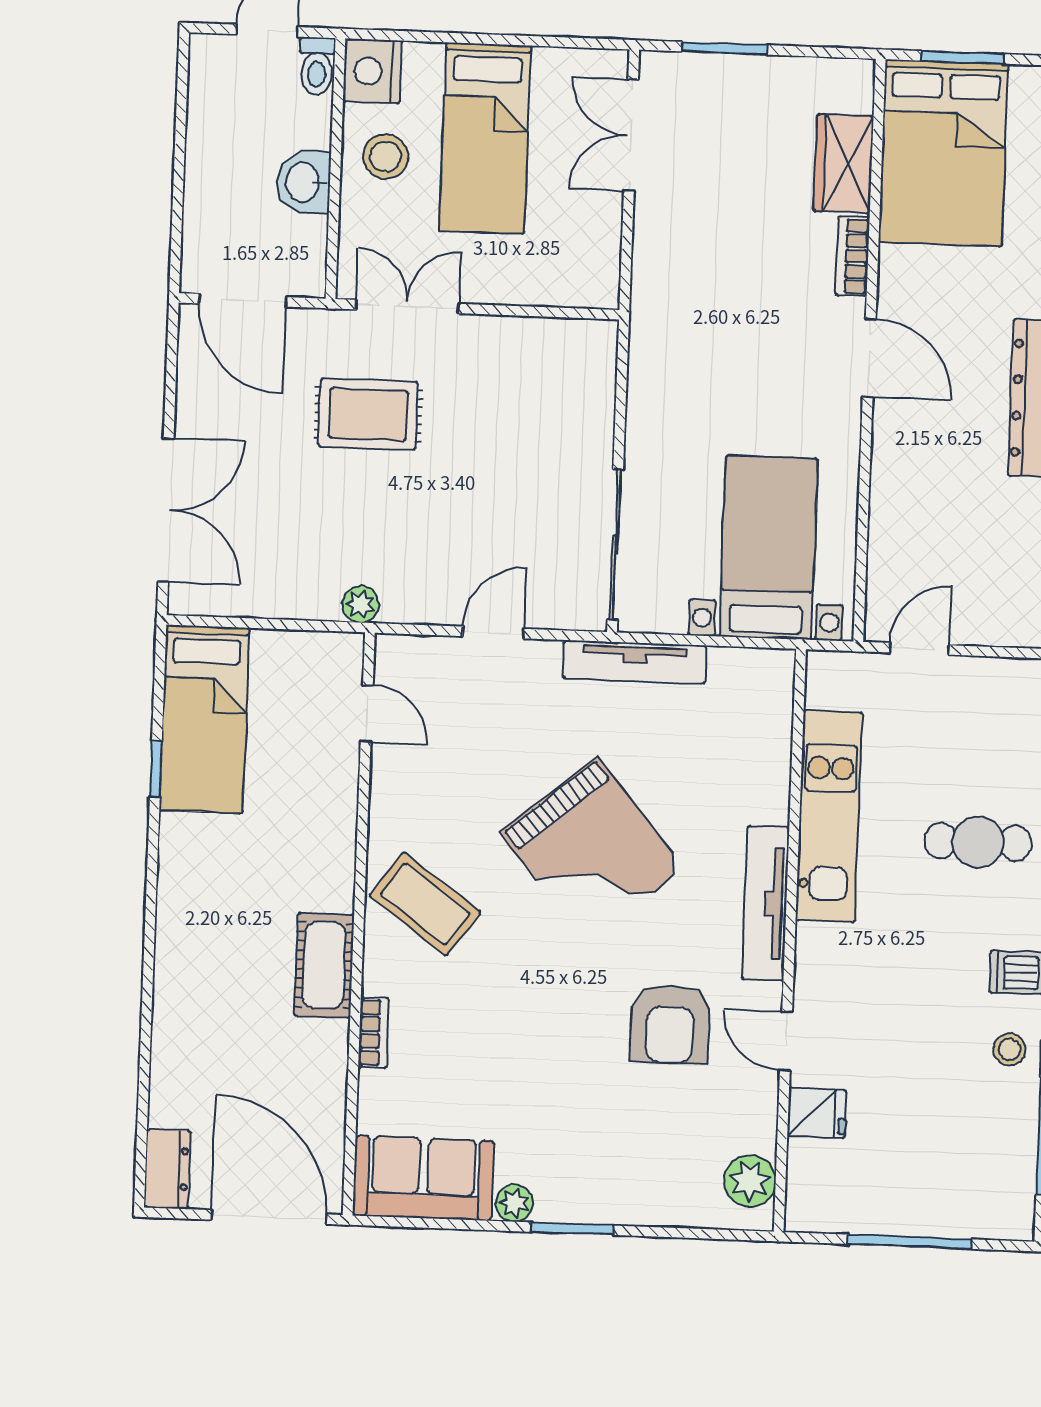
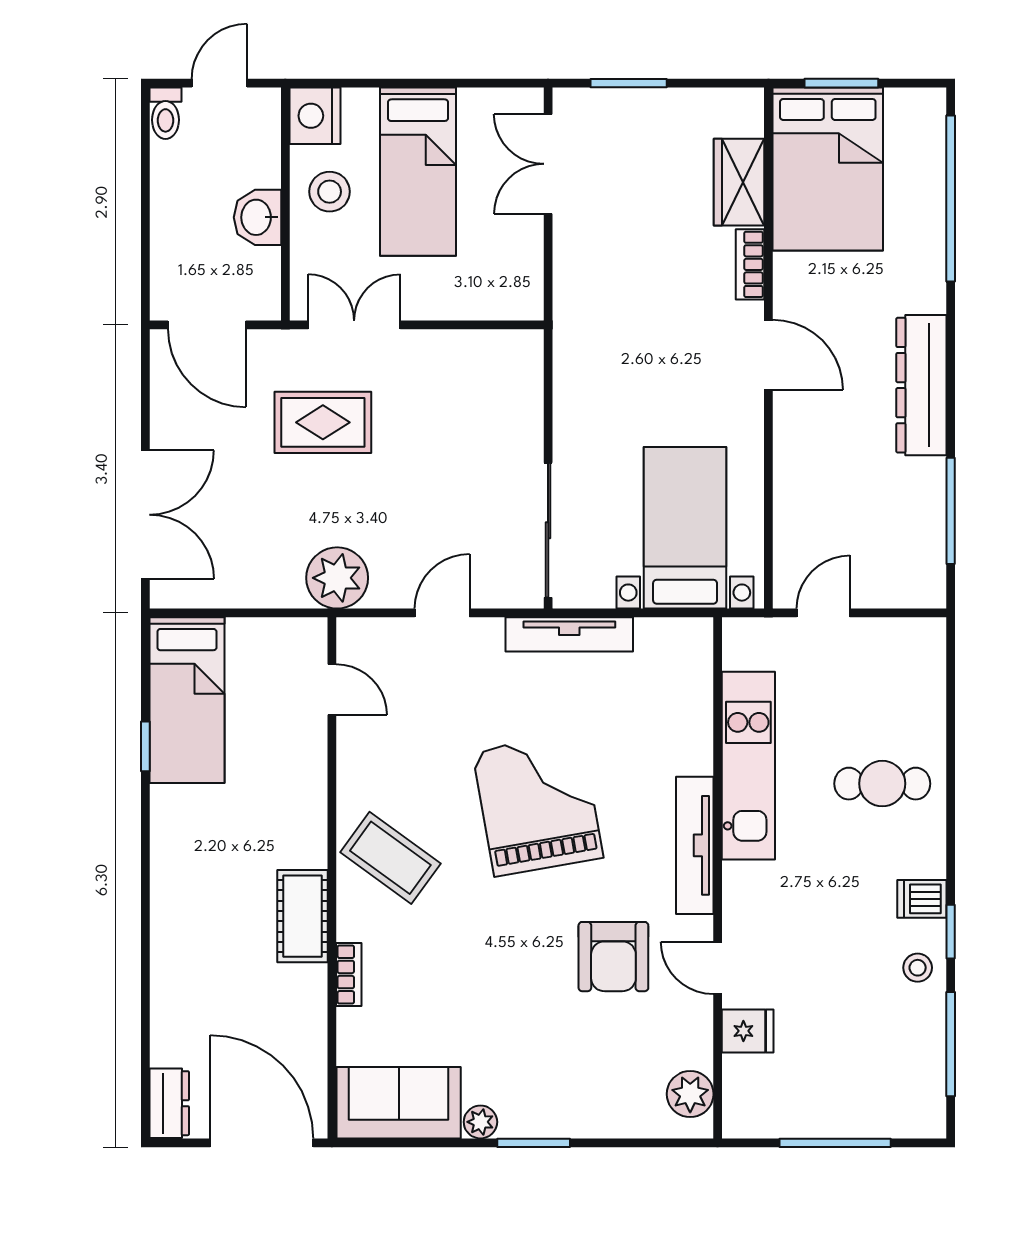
toilet: (317, 66) -> (165, 113), moved
plant: (361, 604) -> (337, 578), width x1.87, depth x1.87
grand piano: (592, 851) -> (538, 804), turned -150

